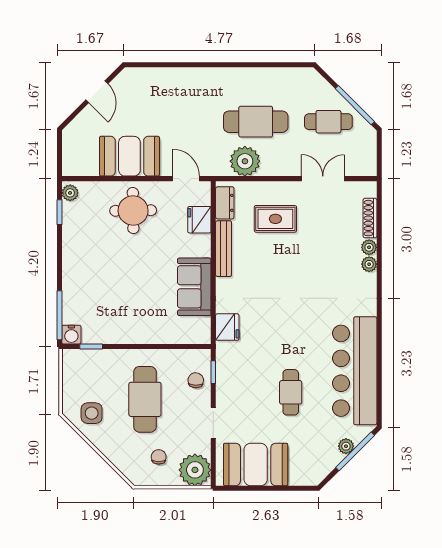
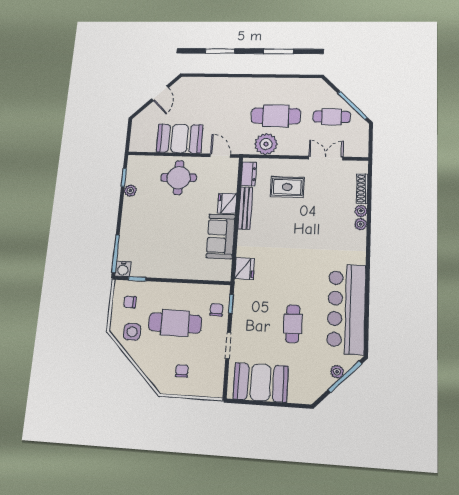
plant: (70, 193) -> (130, 191), moved
fridge: (199, 220) -> (227, 203), moved
chair: (85, 376) -> (130, 302), added
cafe table: (145, 399) -> (175, 323), turned 90
plant: (195, 470) -> (210, 384), removed

